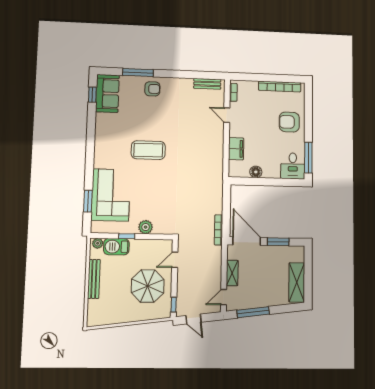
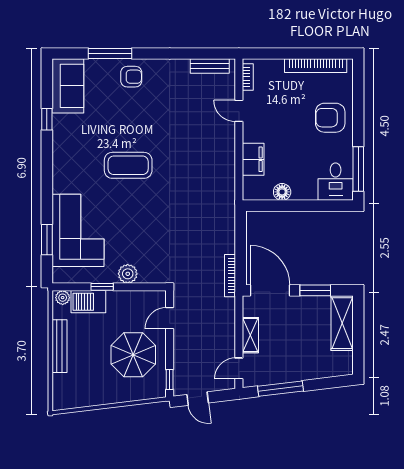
window: (92, 95) -> (47, 119), moved
shelving: (297, 282) -> (342, 323), moved

